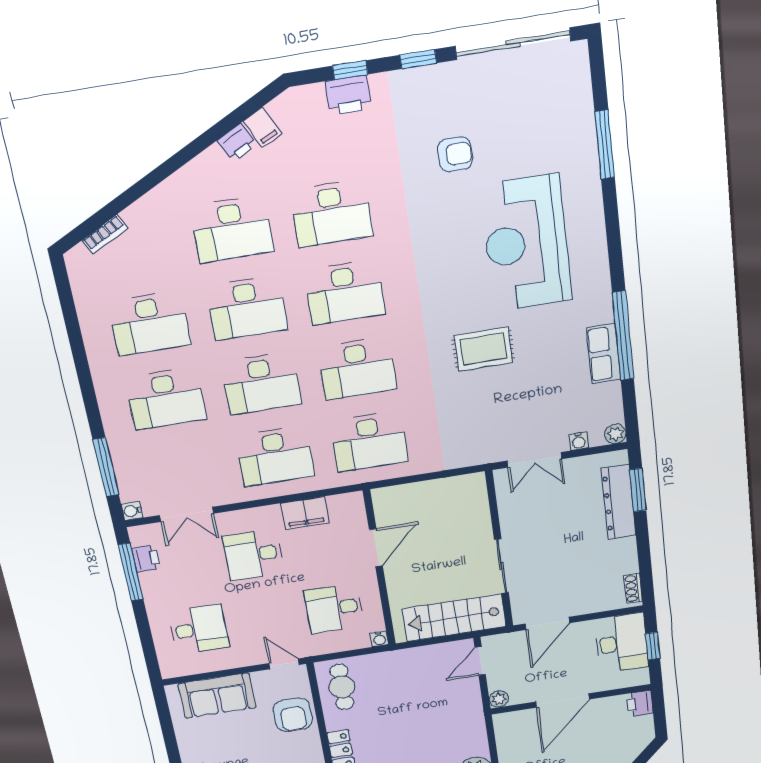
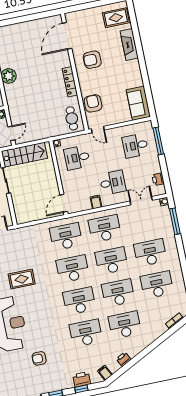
filing cabinet: (262, 127) -> (105, 373), moved
filing cabinet: (305, 513) -> (96, 202), width x0.50
door: (376, 548) -> (64, 203), moved
window: (131, 572) -> (158, 141), moved
desk: (334, 608) -> (77, 158), turned 180
sofa: (217, 696) -> (138, 103), moved, turned -90

